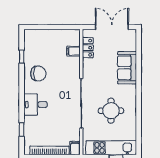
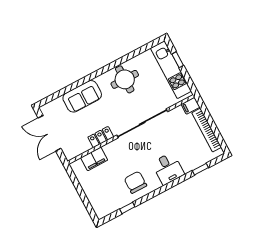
locker: (88, 48) -> (101, 137), moved
filing cabinet: (73, 51) -> (94, 159), width x2.00
round table: (111, 111) -> (125, 79), moved

